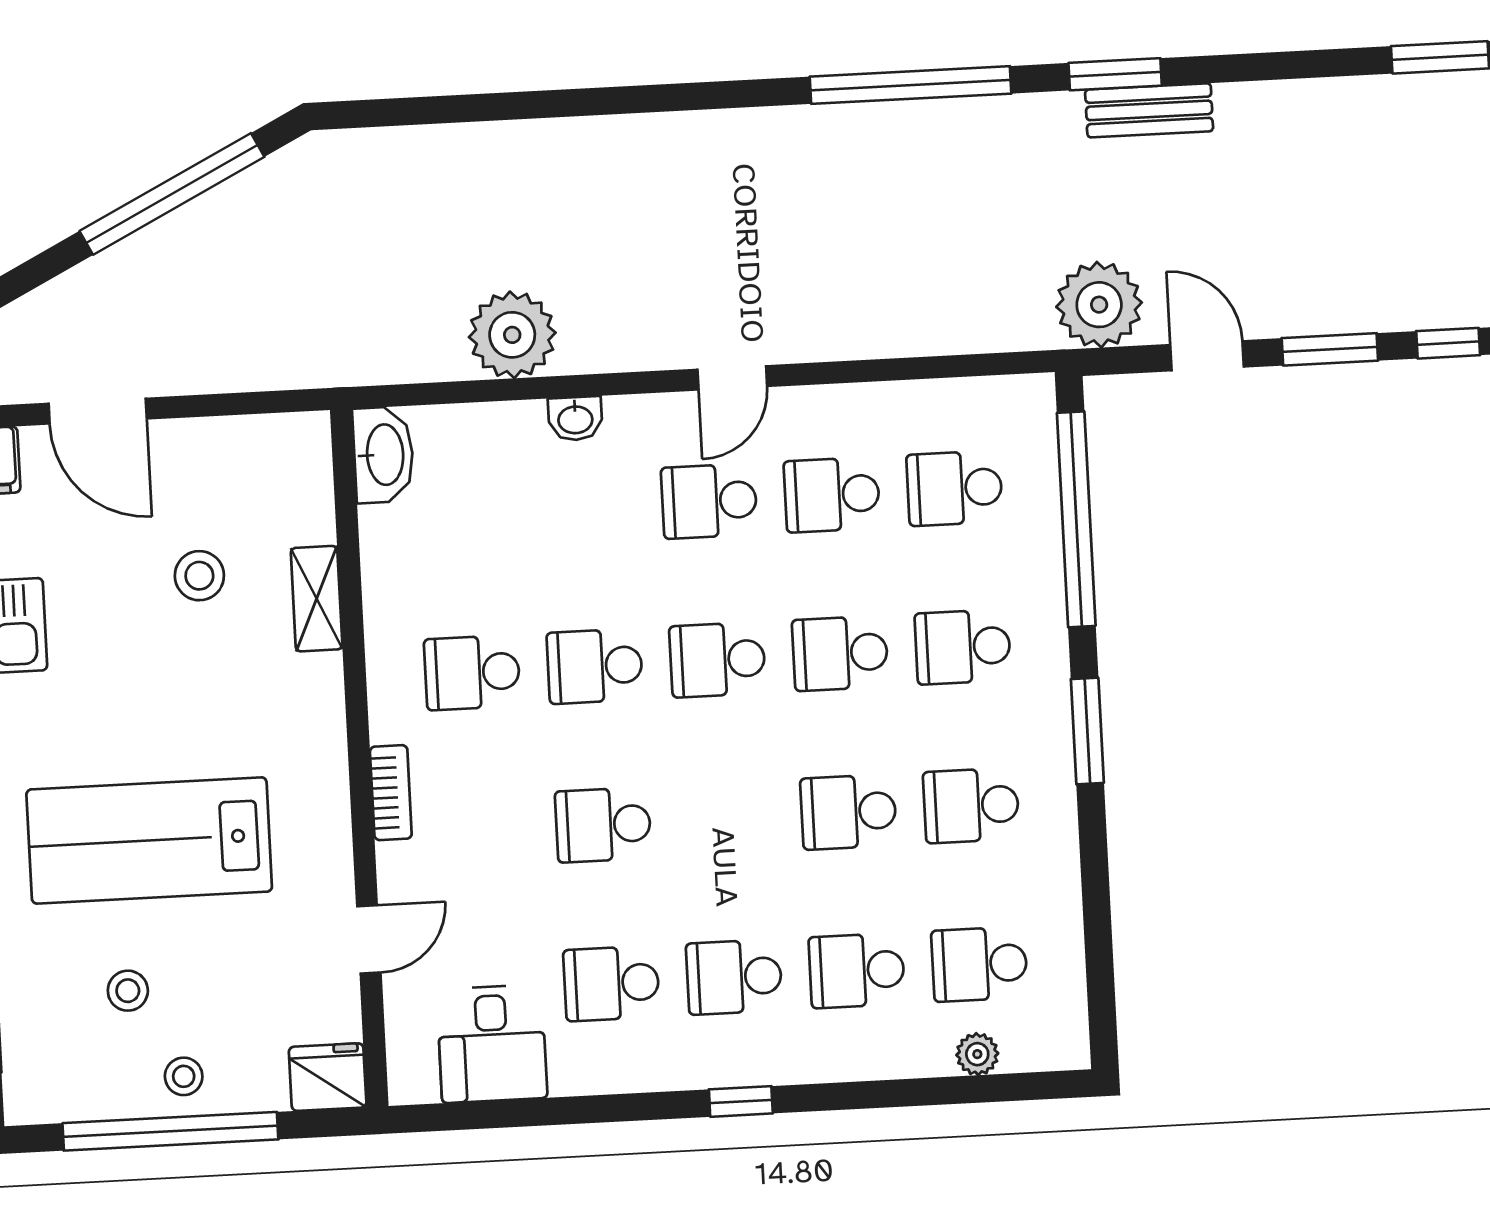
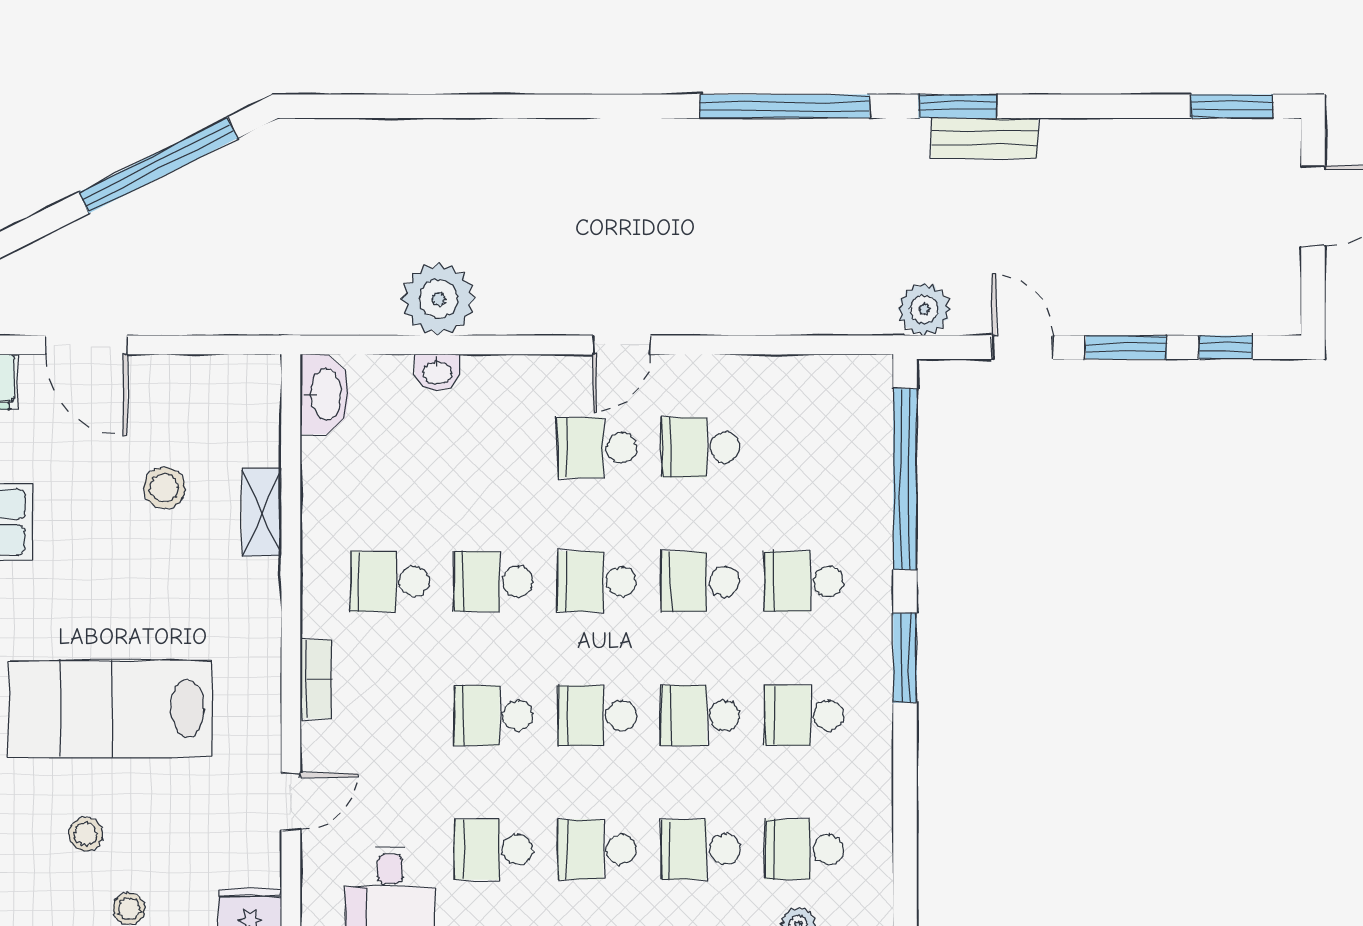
plant: (1099, 305) -> (924, 309), width x0.73, depth x0.73
washbasin: (575, 419) -> (437, 372), moved
school desk: (955, 488) -> (597, 715), moved

